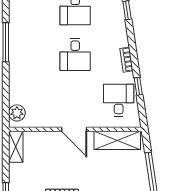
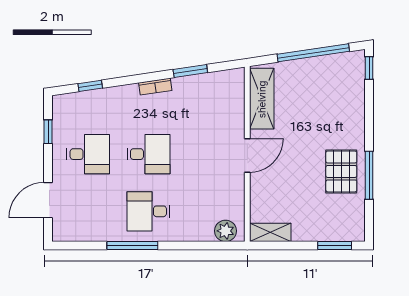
window: (138, 86) -> (190, 71), width x1.50
desk: (119, 100) -> (148, 211), moved

